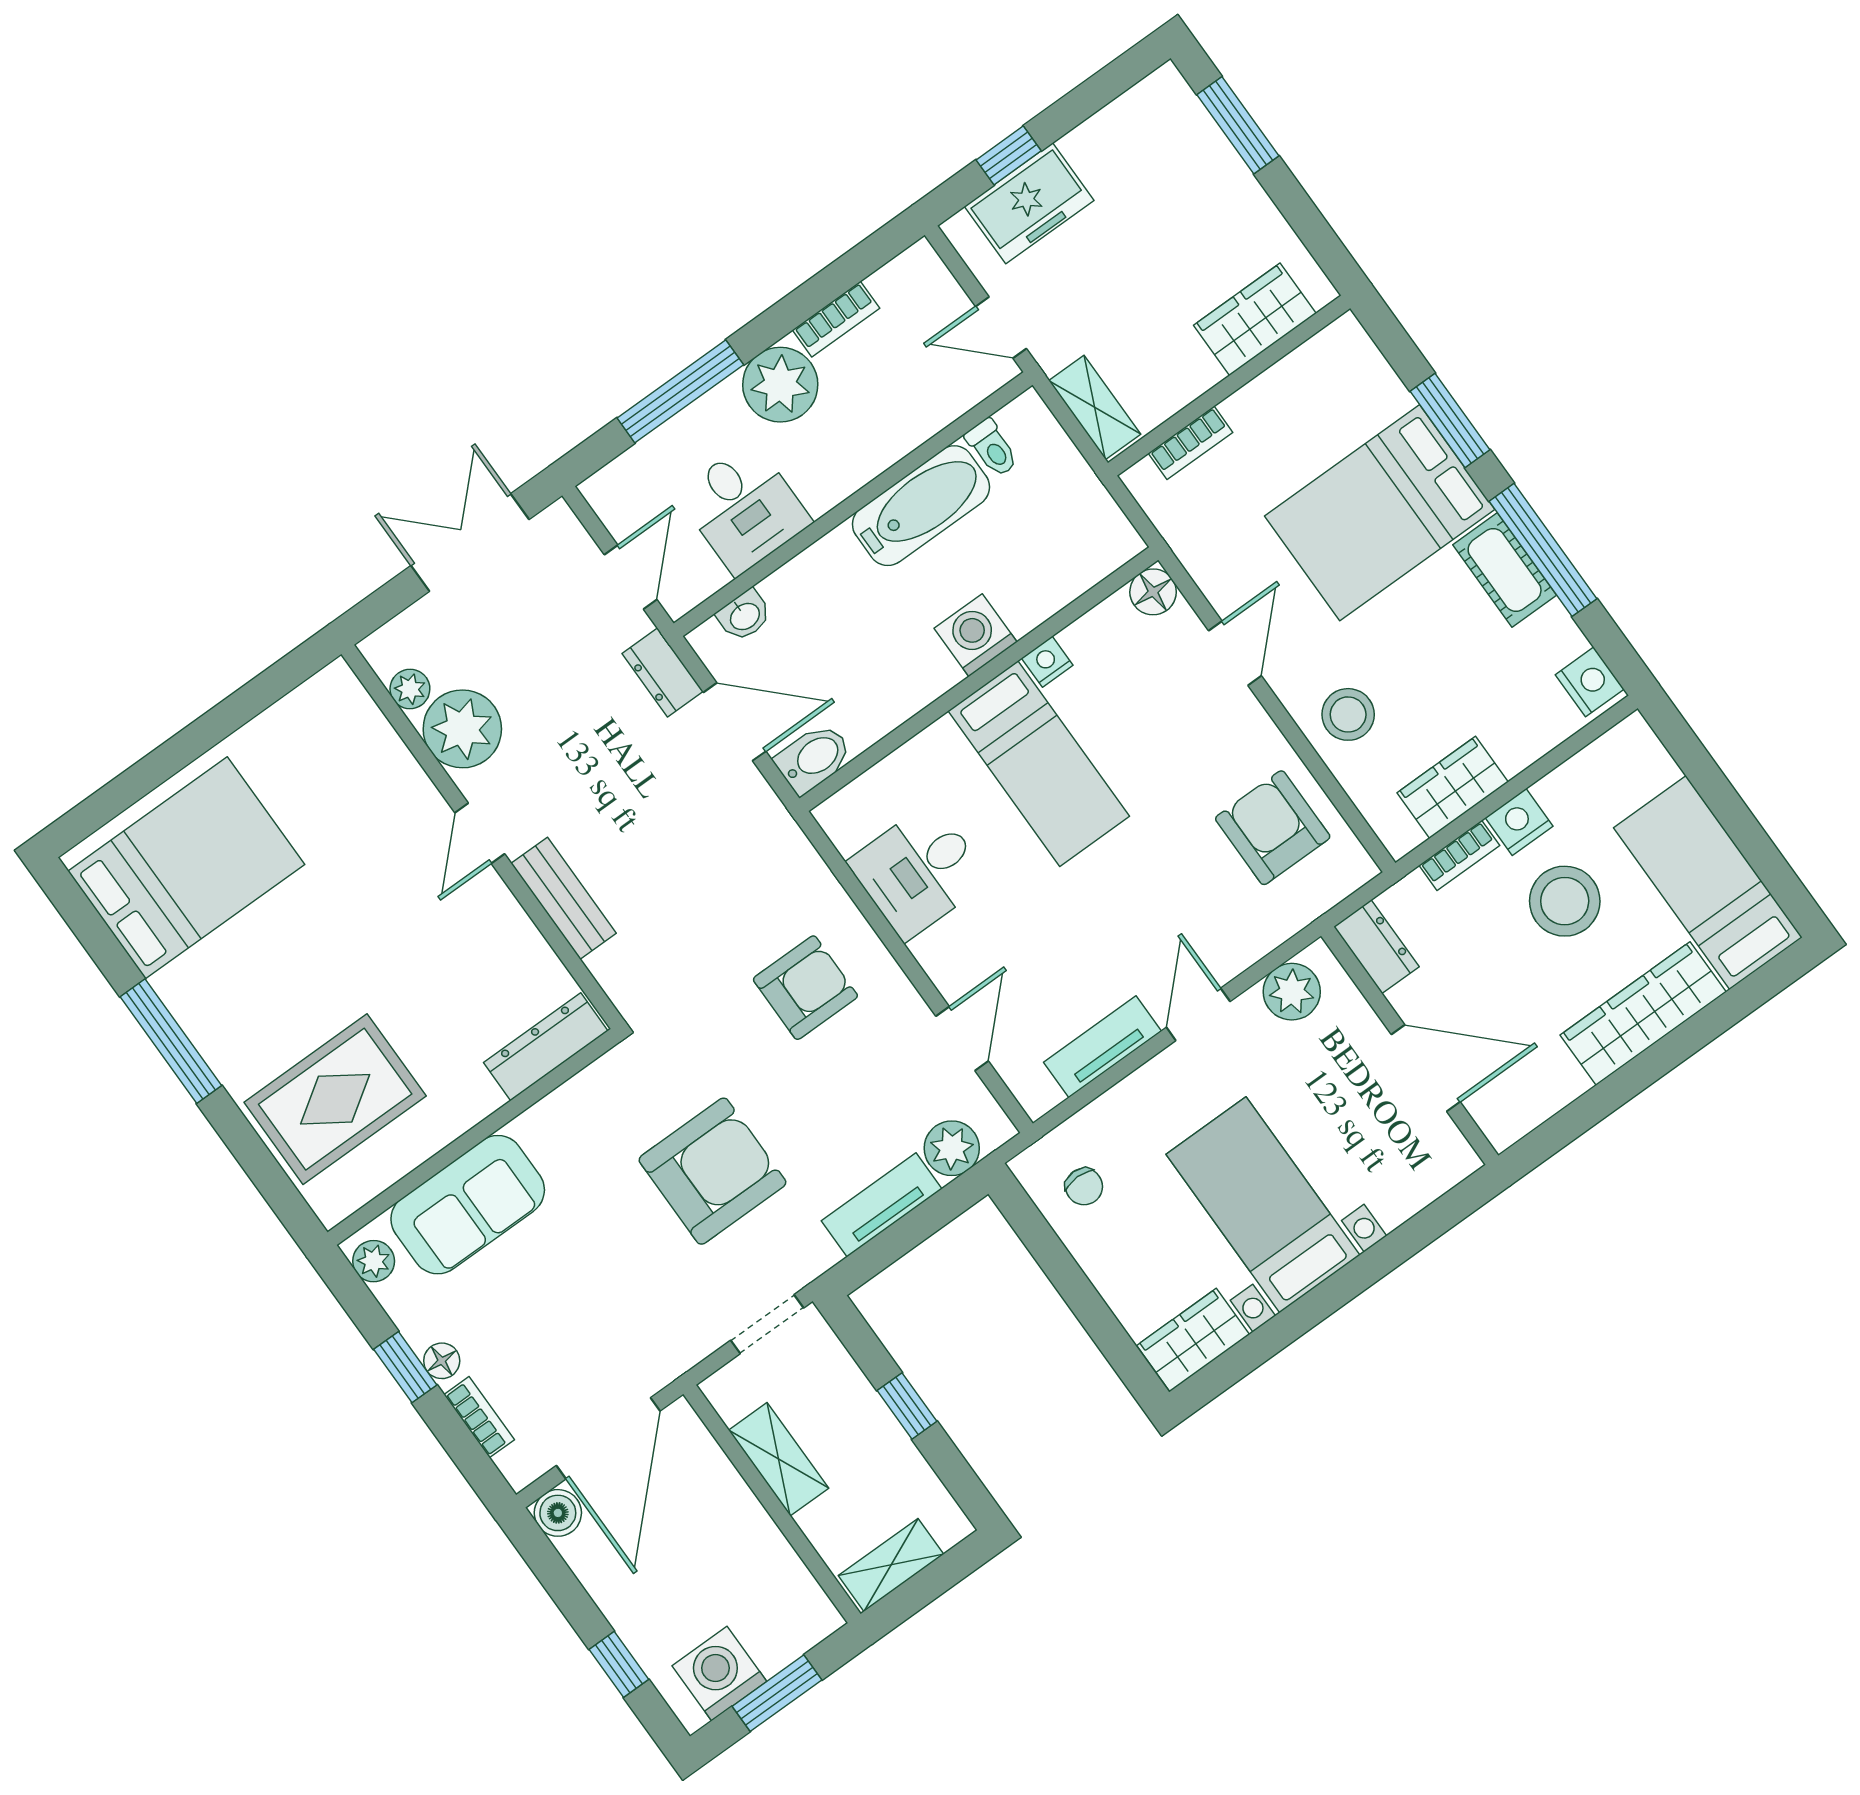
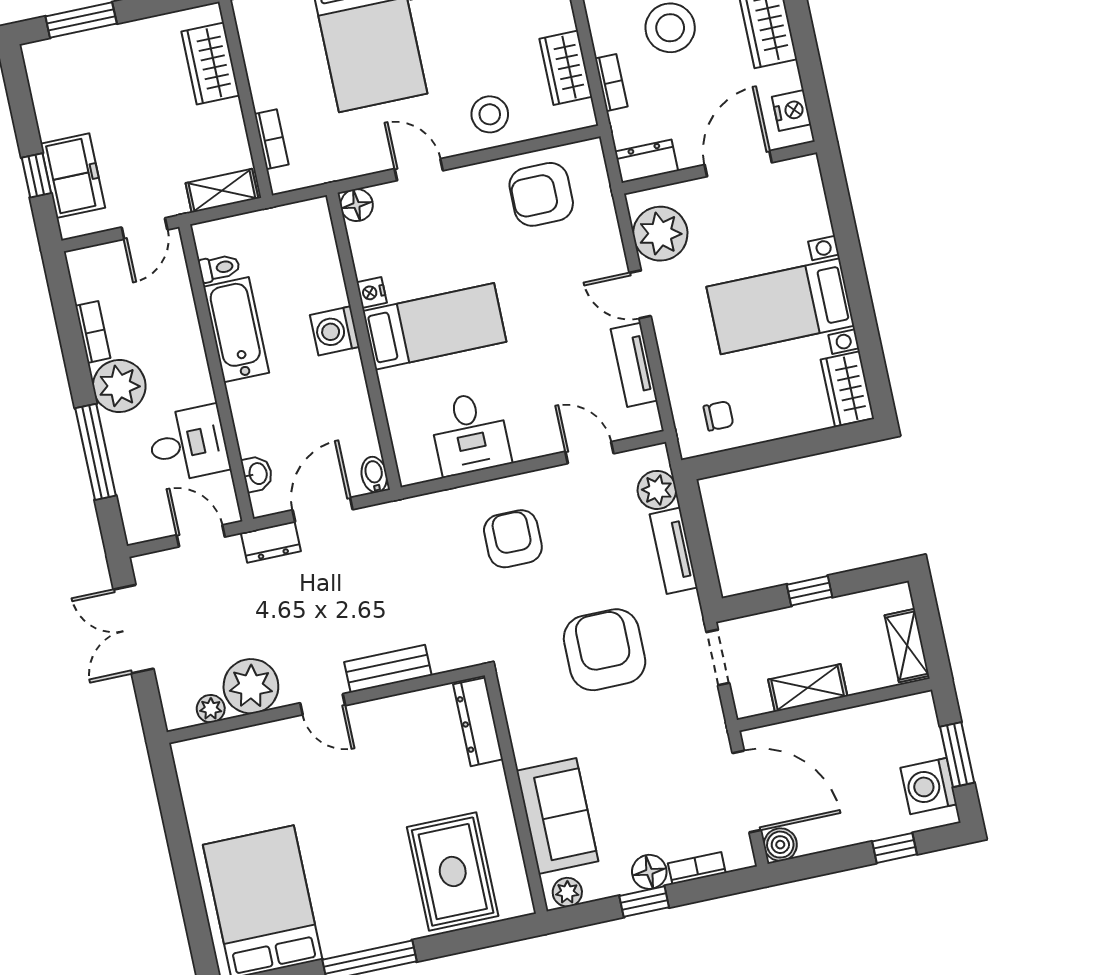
bidet: (814, 758) -> (374, 475), width x0.72, depth x0.74
nightstand: (1519, 822) -> (791, 110), moved, turned 180
plant: (1292, 992) -> (660, 234), width x1.36, depth x1.36
floor lamp: (442, 1361) -> (649, 872), width x1.37, depth x1.37

